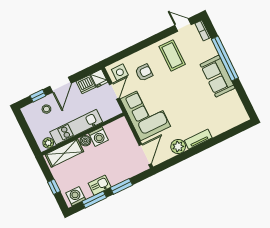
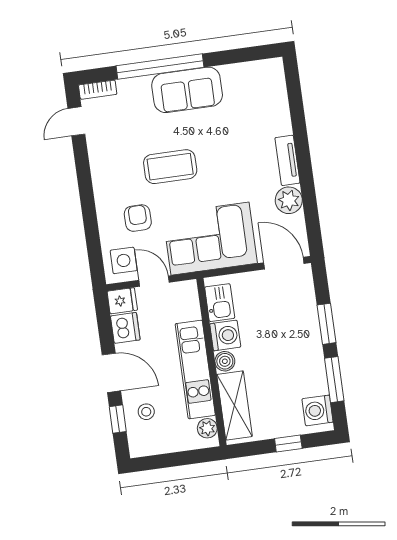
coffee table: (172, 55) -> (170, 167), moved
kitchen sink: (100, 185) -> (220, 303), moved, turned 180

